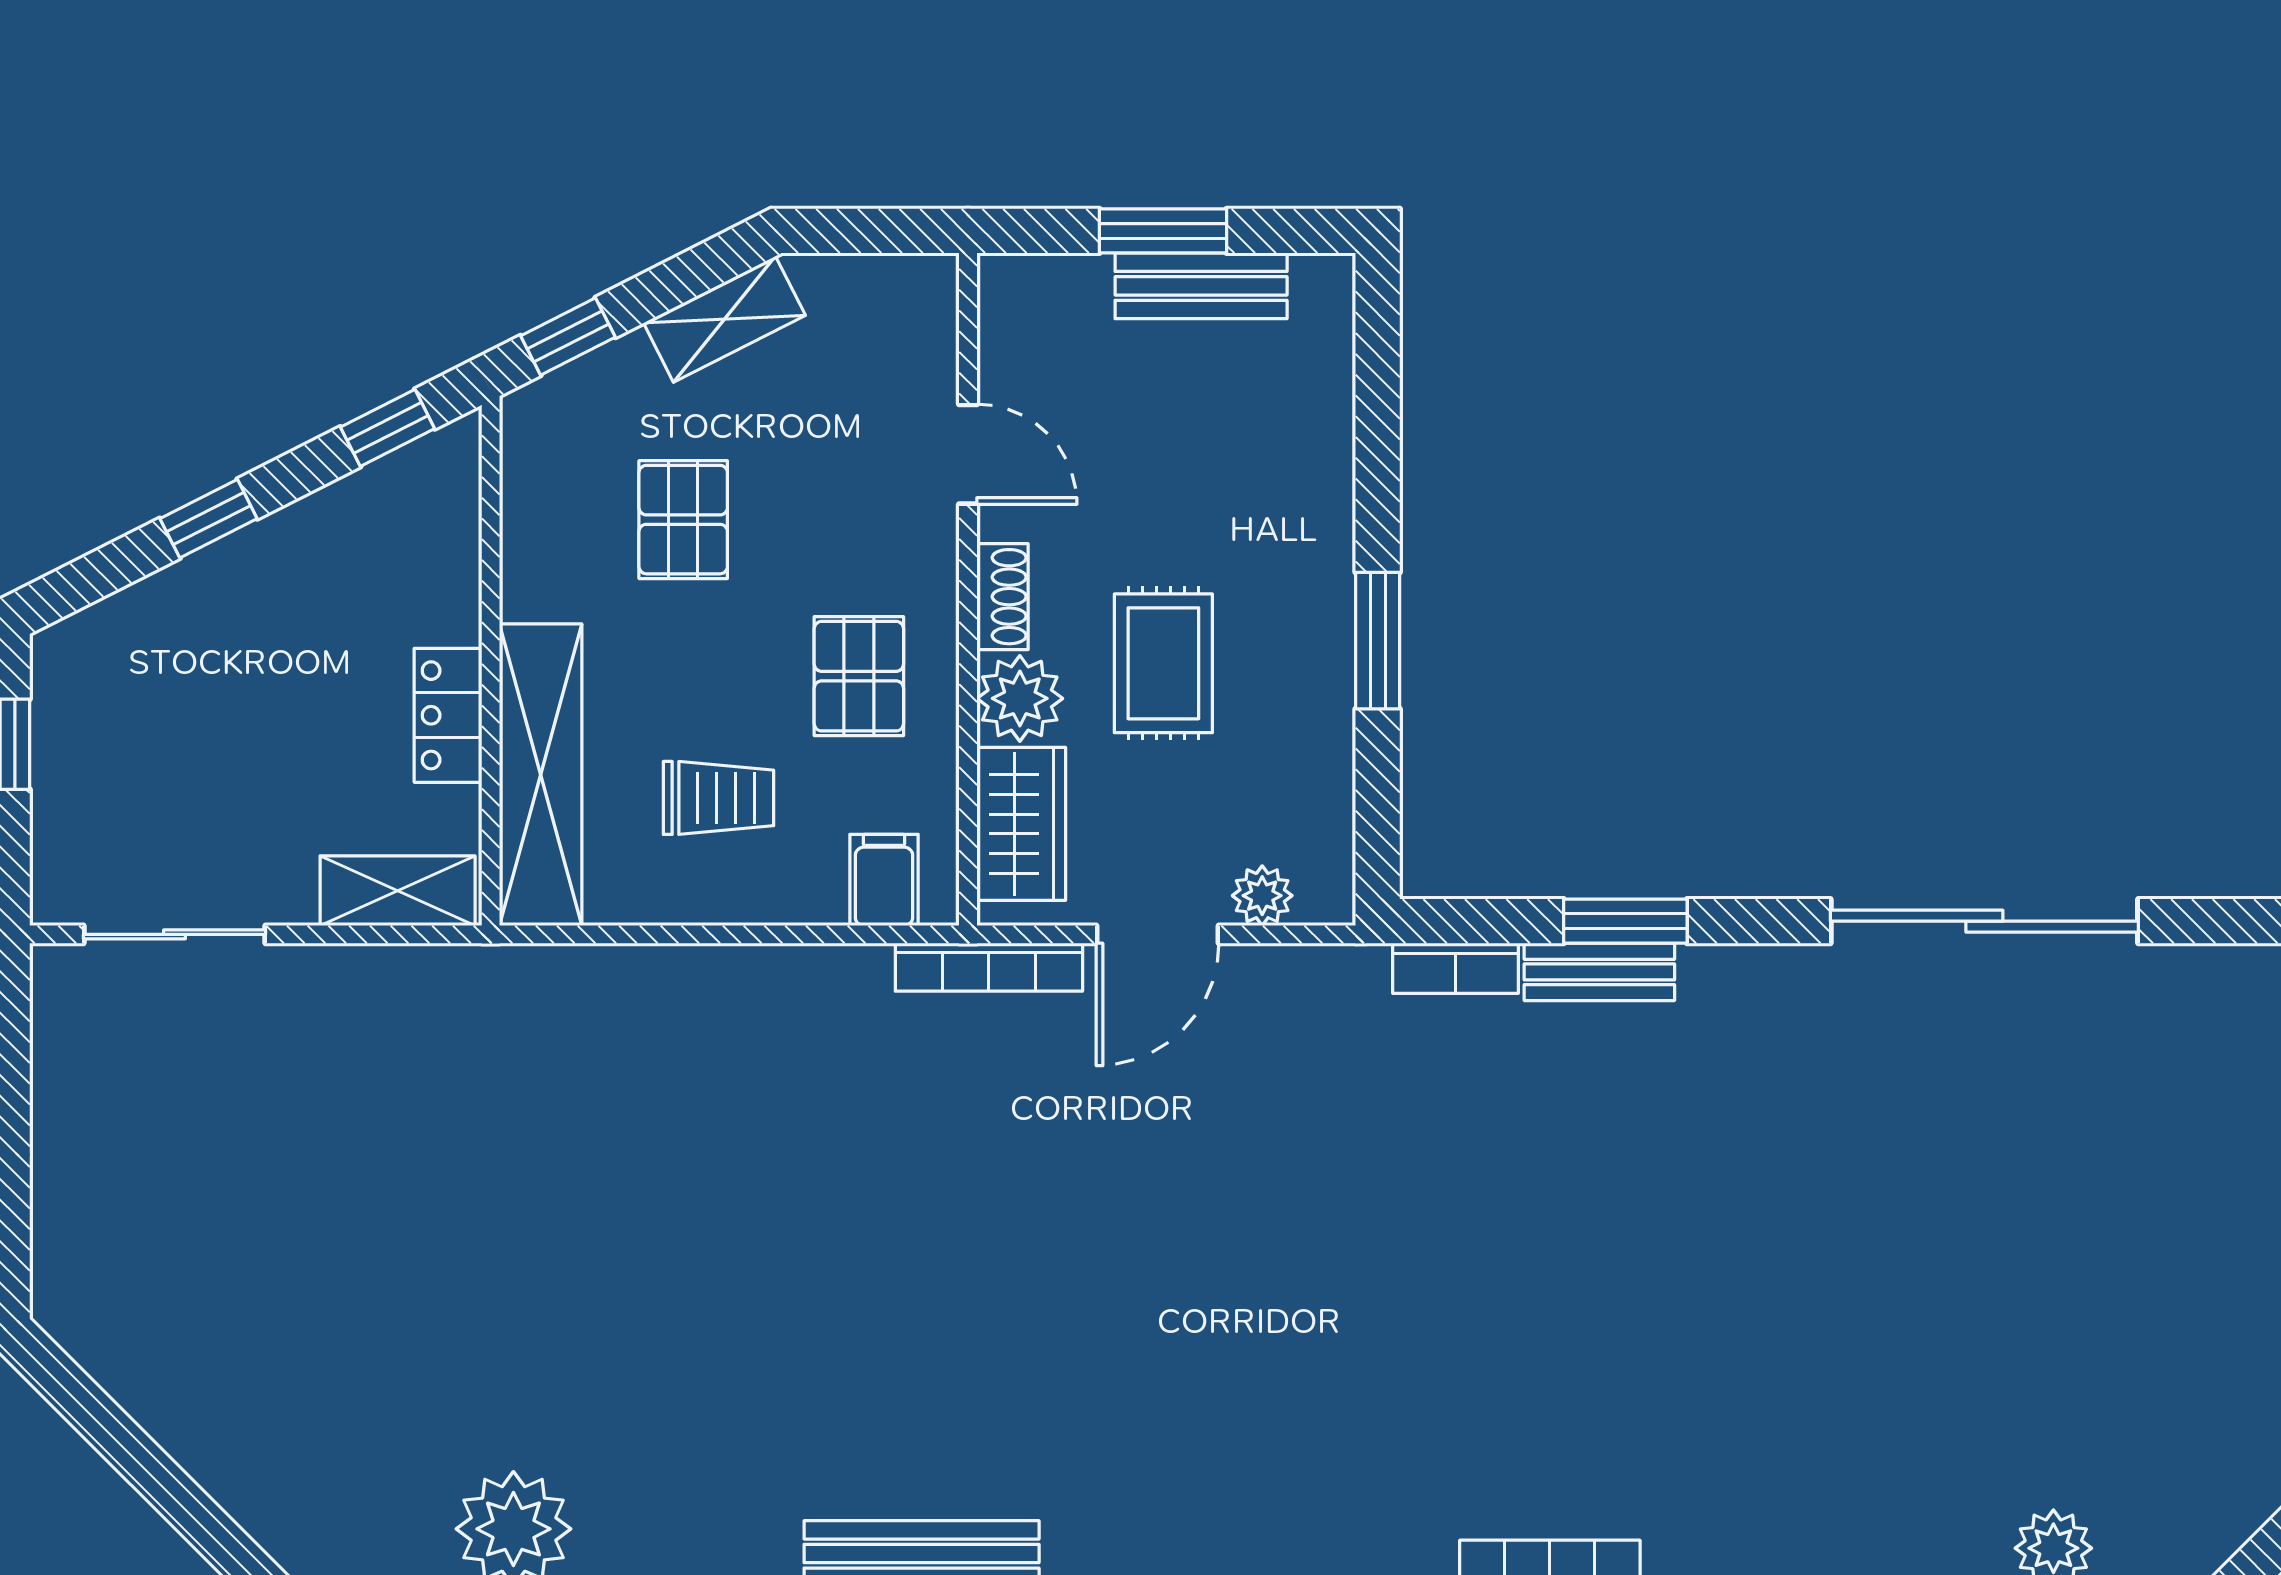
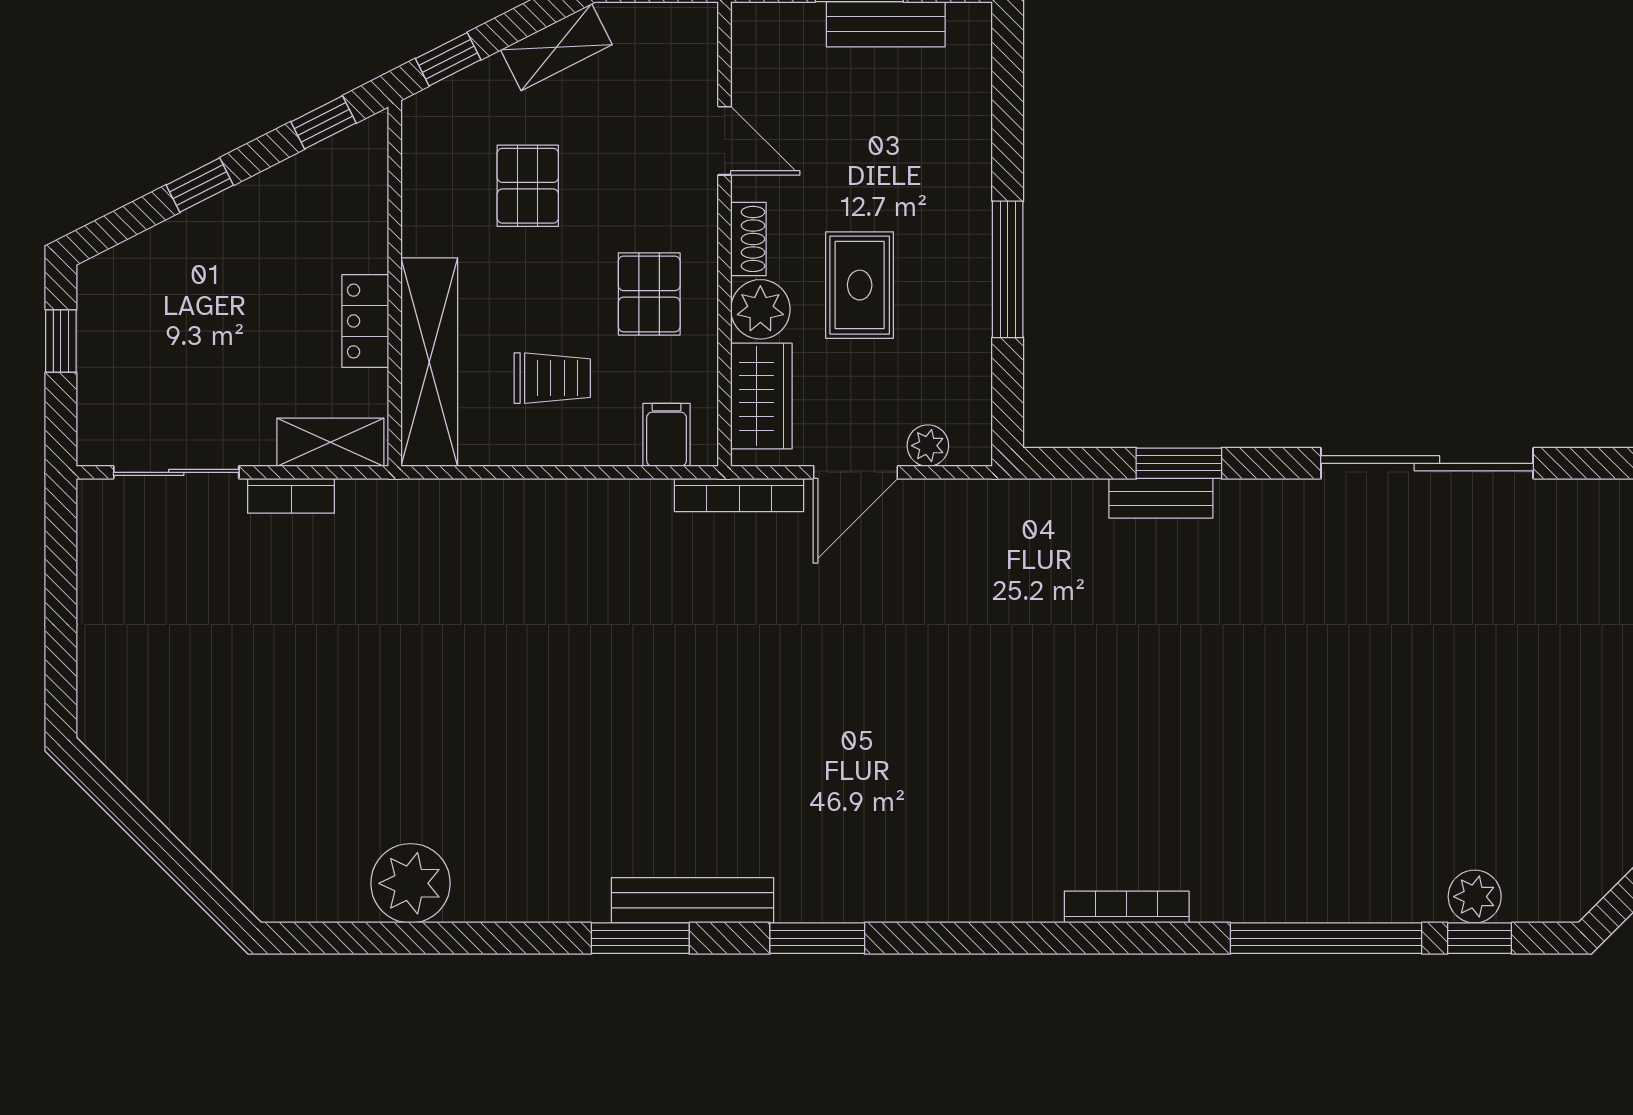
window: (1378, 641) -> (1008, 269), width x1.44
bookcase: (1456, 968) -> (291, 496), moved

